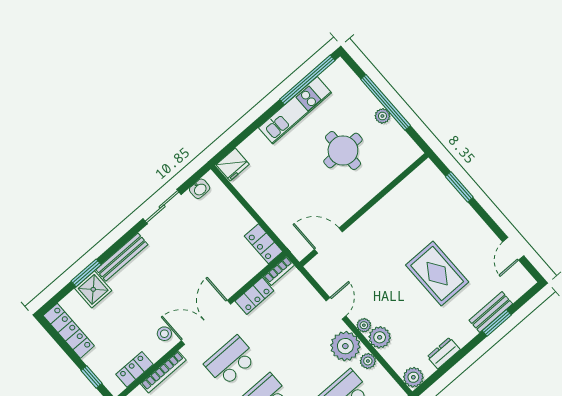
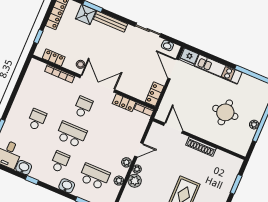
kitchen unit: (295, 110) -> (218, 69), moved
door: (239, 197) -> (173, 69), added
shoe rack: (377, 212) -> (201, 147), added
plant: (345, 346) -> (126, 162), width x0.53, depth x0.53
school desk: (231, 361) -> (83, 107), width x0.54

